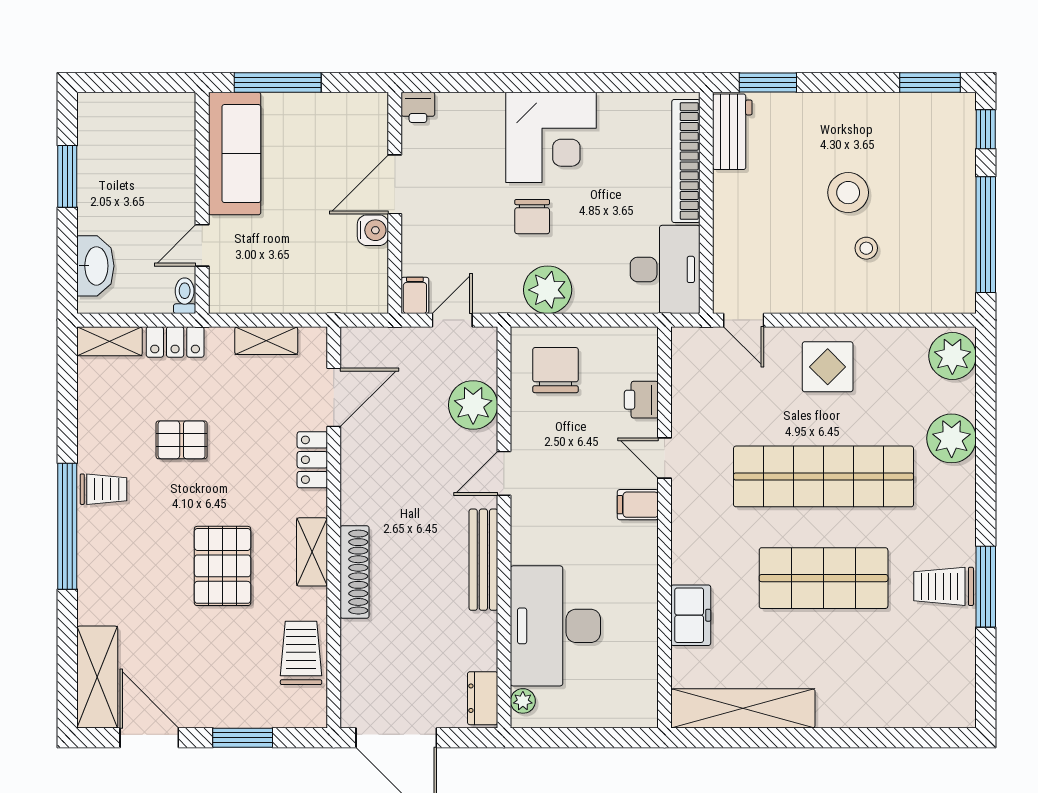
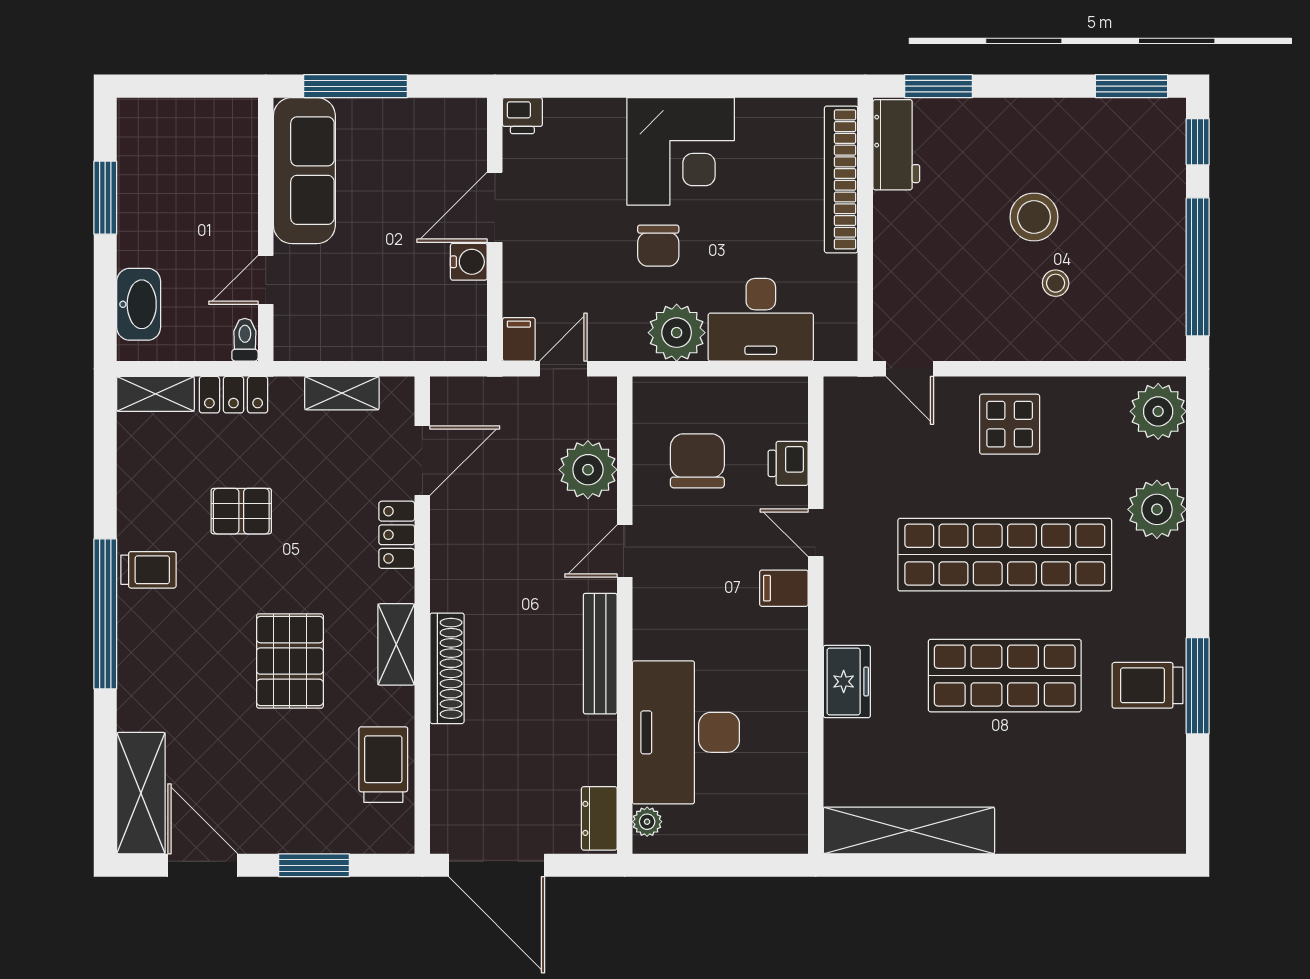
desk: (665, 269) -> (761, 320), moved, turned 90
chair: (555, 370) -> (697, 461), moved
freezer: (691, 615) -> (847, 682), moved

